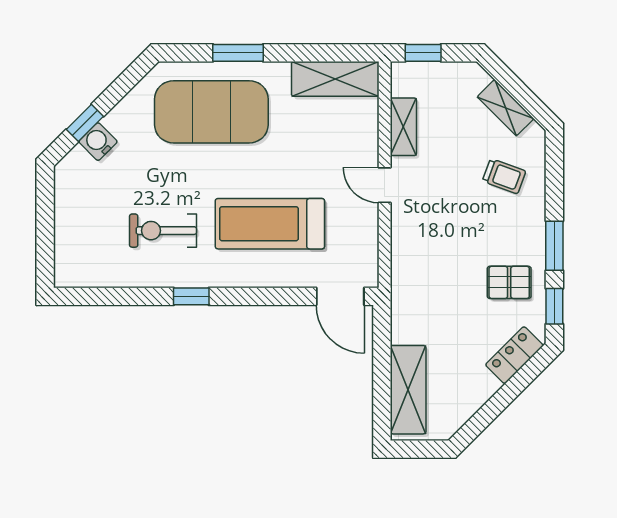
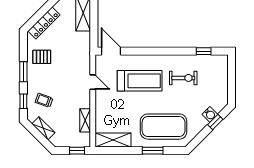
door: (385, 185) -> (93, 82), moved
window: (191, 296) -> (204, 51), moved
window: (554, 306) -> (23, 101), moved
locker: (514, 355) -> (44, 23), width x1.53

